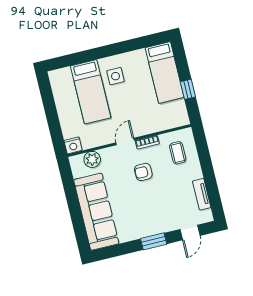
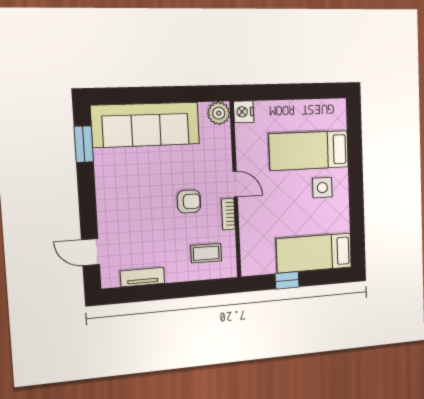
plant: (92, 159) -> (219, 113), moved
armchair: (143, 172) -> (189, 201), turned 90
window: (154, 241) -> (84, 144), moved

